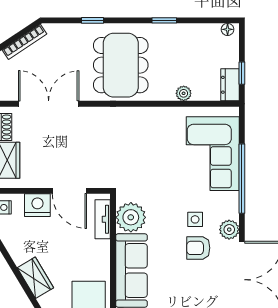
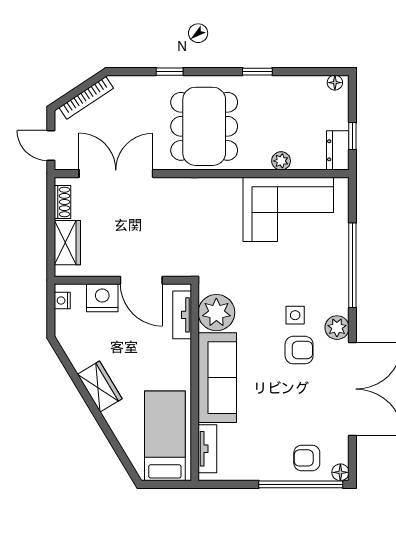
corner sofa: (213, 154) -> (288, 209), moved, turned -90
armchair: (198, 248) -> (299, 350), turned 180

